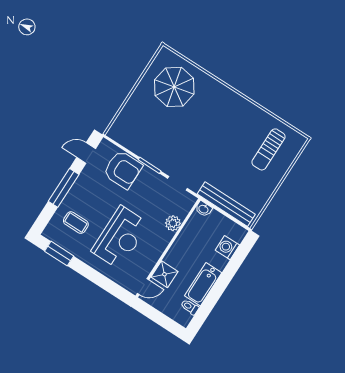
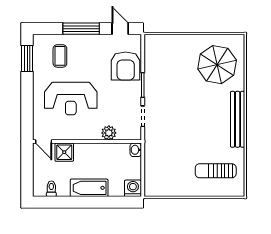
bench: (226, 204) -> (238, 119), moved
washing machine: (227, 248) -> (133, 188), moved
bathtub: (203, 284) -> (89, 188), moved

